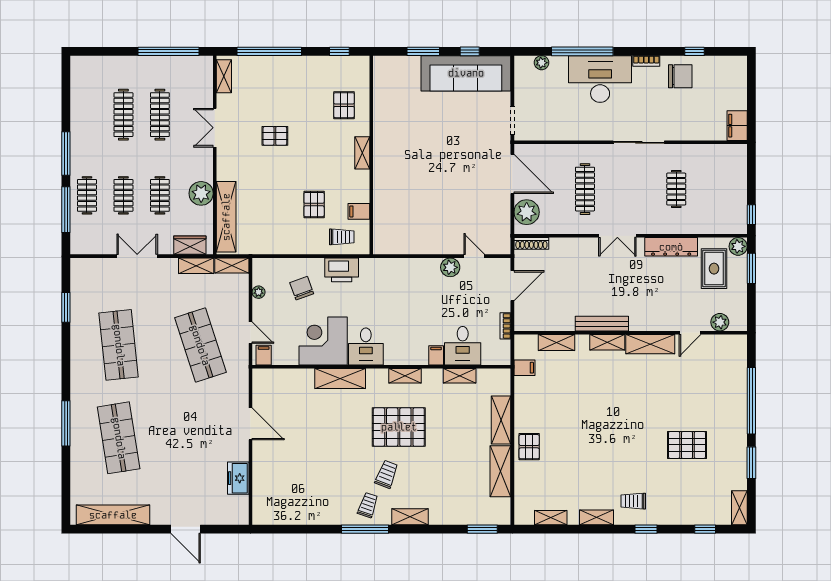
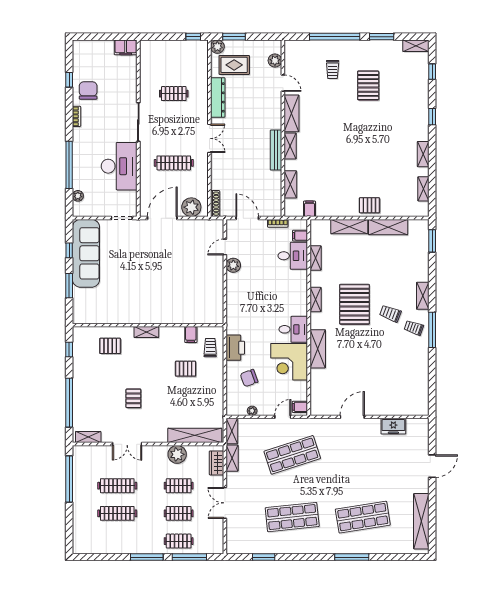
desk: (600, 79) -> (119, 166), moved, turned 180
filing cabinet: (436, 355) -> (300, 236), moved
trolley: (633, 501) -> (333, 69), moved

